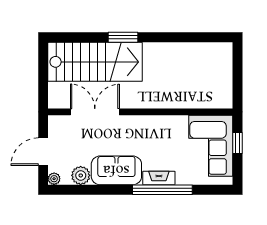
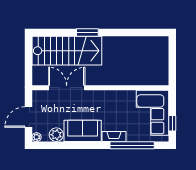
window: (238, 143) -> (172, 123), moved
window: (162, 190) -> (132, 145), moved

